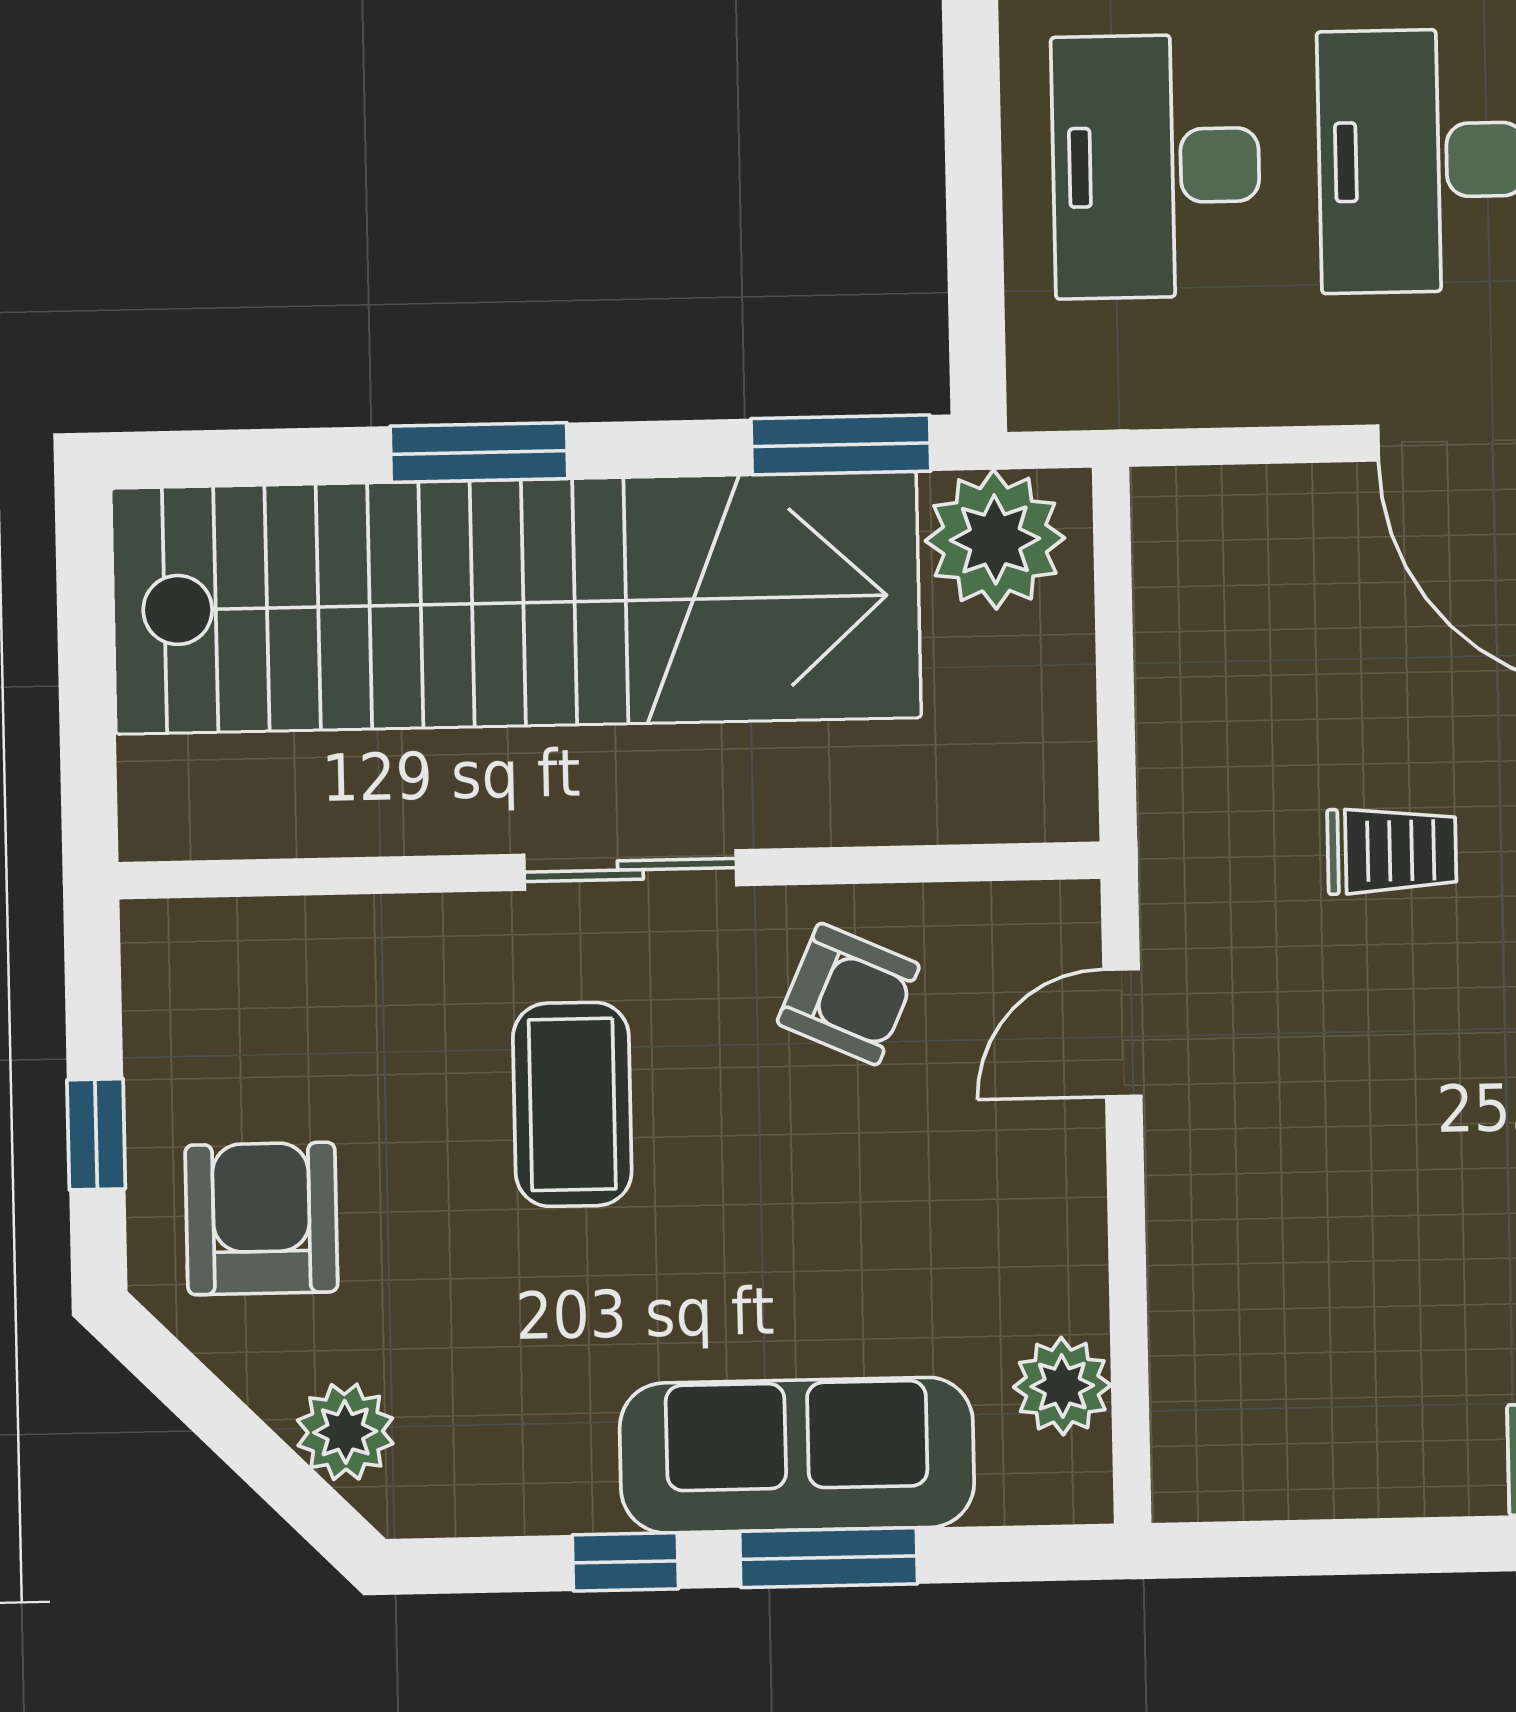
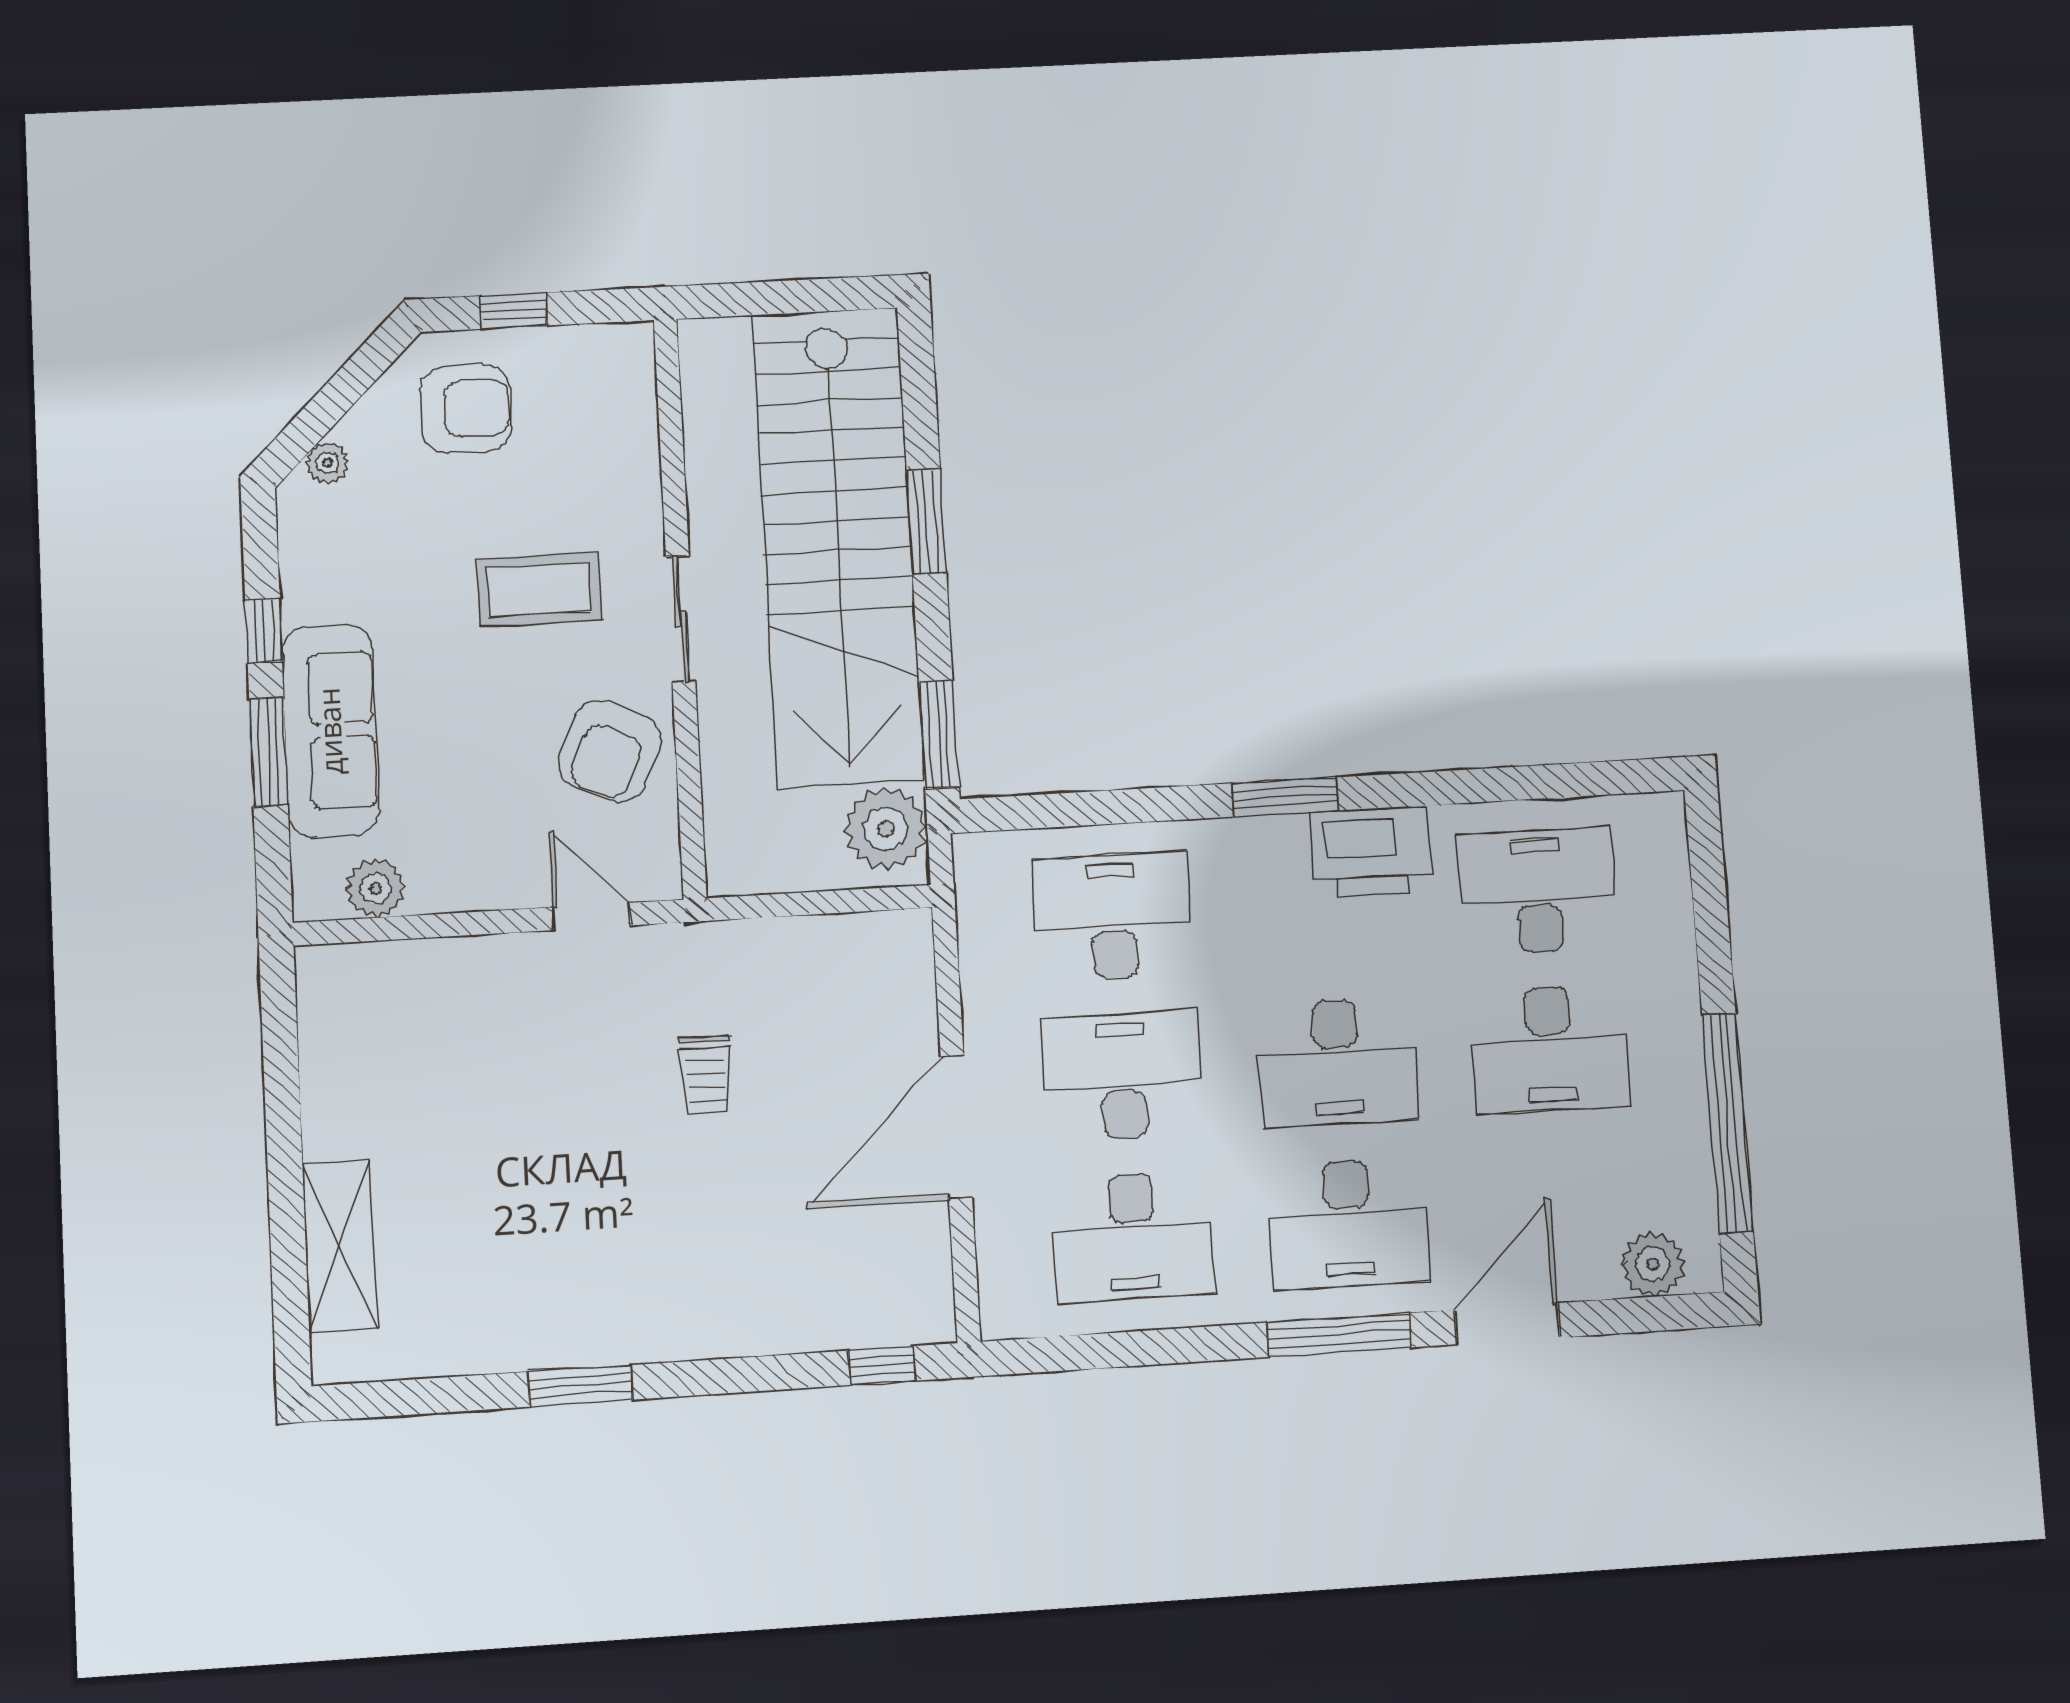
armchair: (848, 994) -> (610, 751), width x1.38, depth x1.38
plant: (345, 1432) -> (327, 463), width x0.73, depth x0.73

